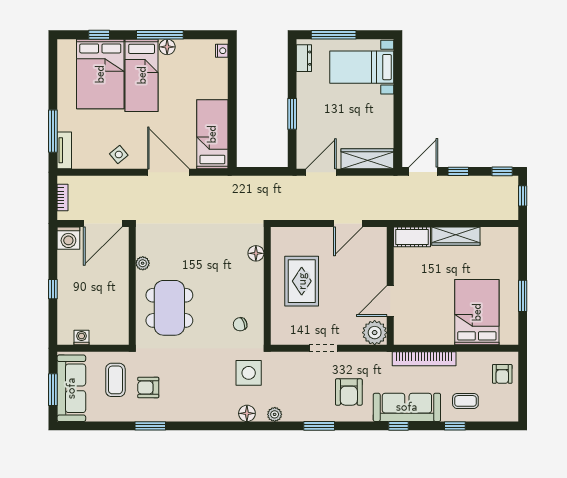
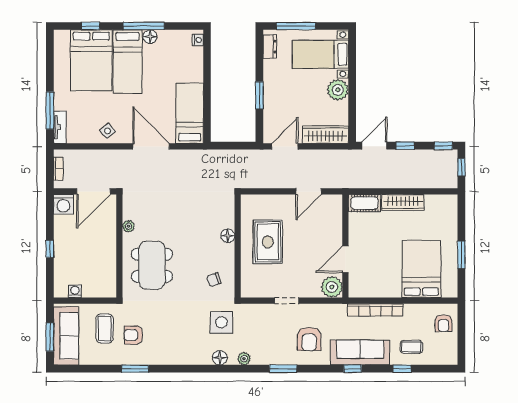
plant: (382, 108) -> (338, 90), added
floor lamp: (256, 253) -> (228, 236), moved

